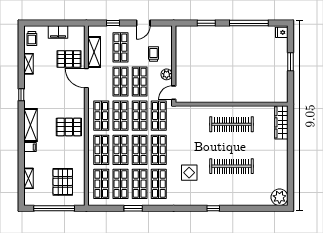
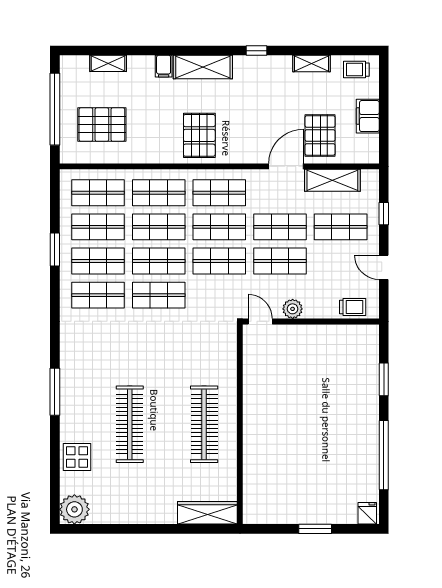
trolley: (153, 54) -> (353, 307), moved
shop shelf: (159, 116) -> (219, 295), removed
display table: (189, 173) -> (77, 457), moved
window: (213, 208) -> (55, 392), width x2.17

